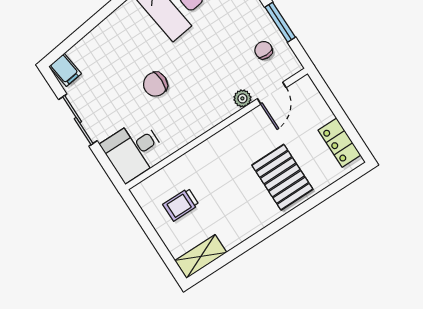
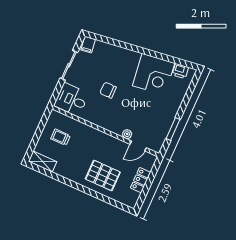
chair: (264, 50) -> (155, 130), removed
locker: (339, 143) -> (140, 180), moved
pallet: (282, 177) -> (103, 175), turned 90

